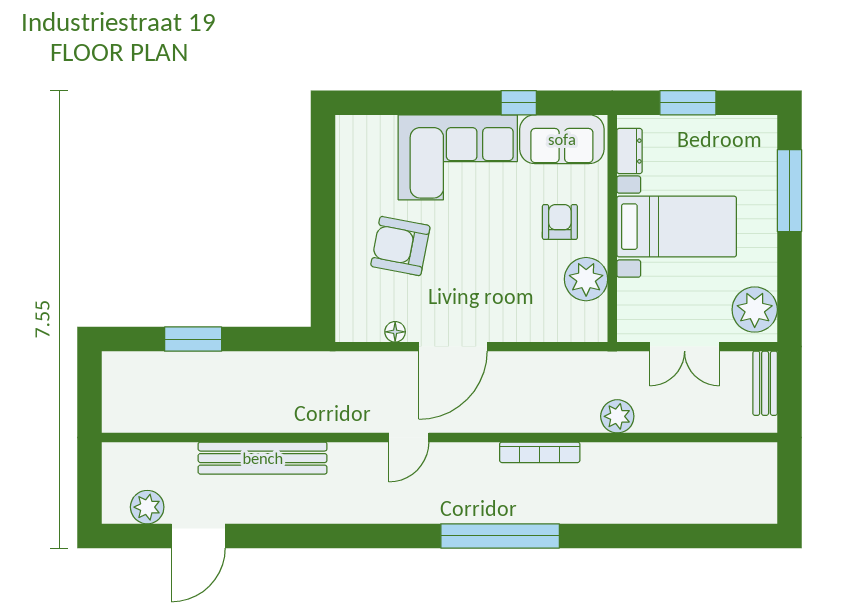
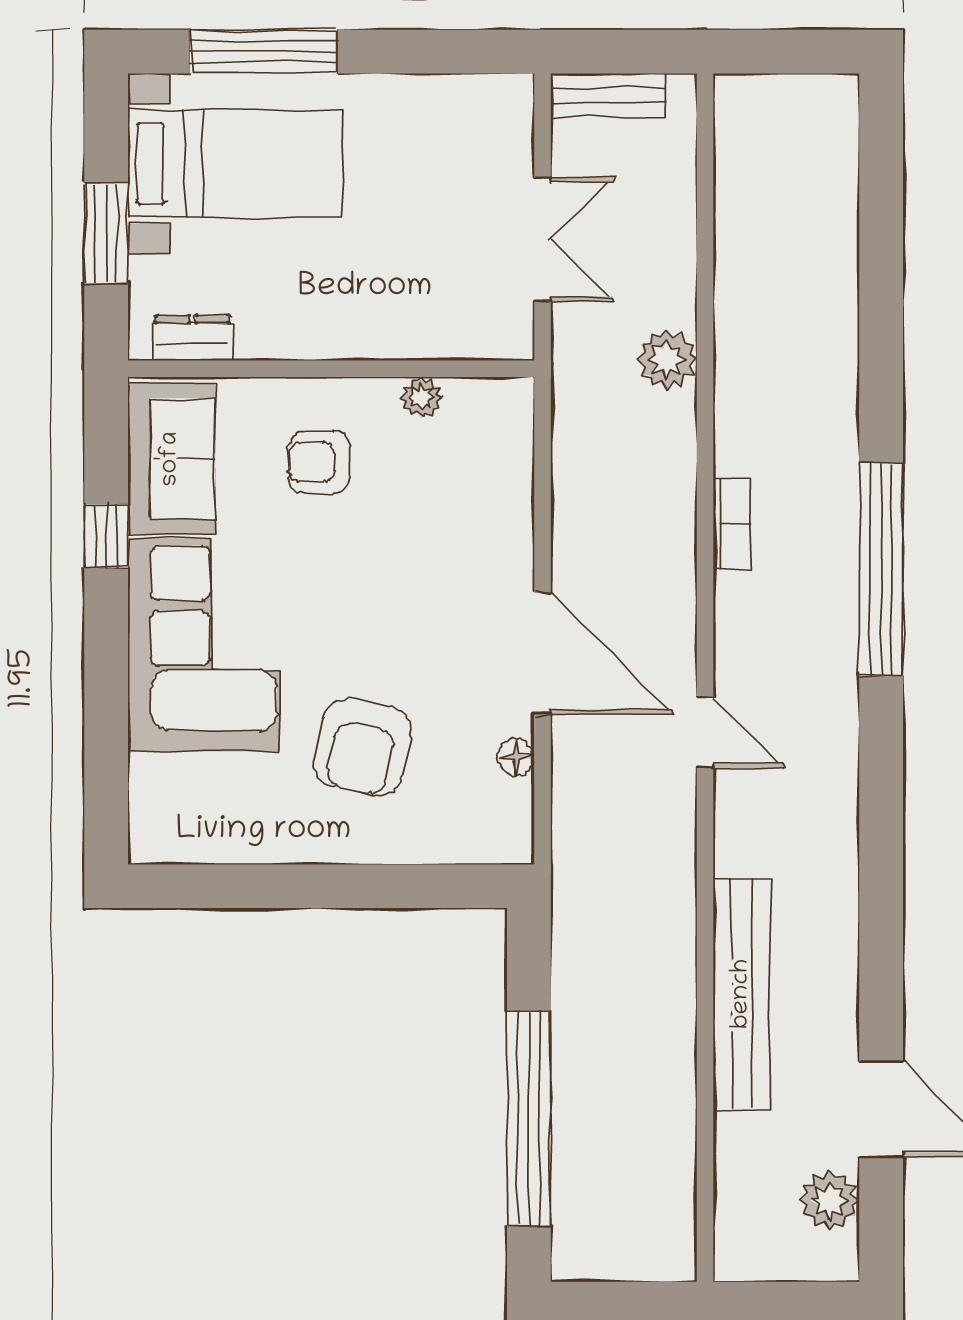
bed with nightstands: (677, 227) -> (235, 164), moved, turned 90
plant: (586, 279) -> (422, 397), width x0.53, depth x0.53
plant: (755, 310) -> (476, 114), removed
window: (193, 339) -> (529, 1119), width x2.11
bookcase: (540, 452) -> (731, 524), width x0.64

